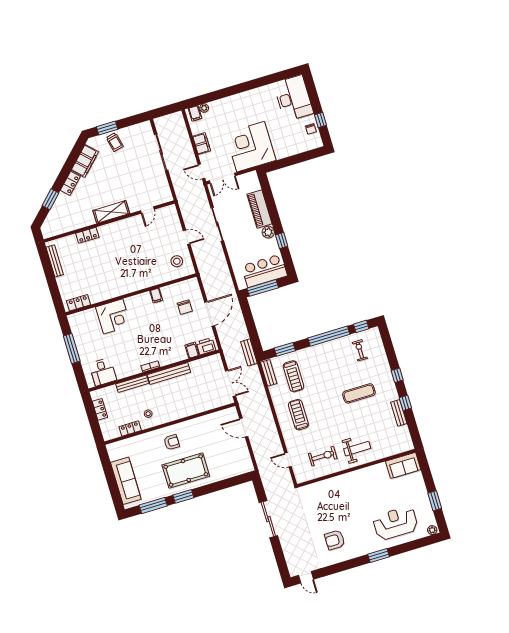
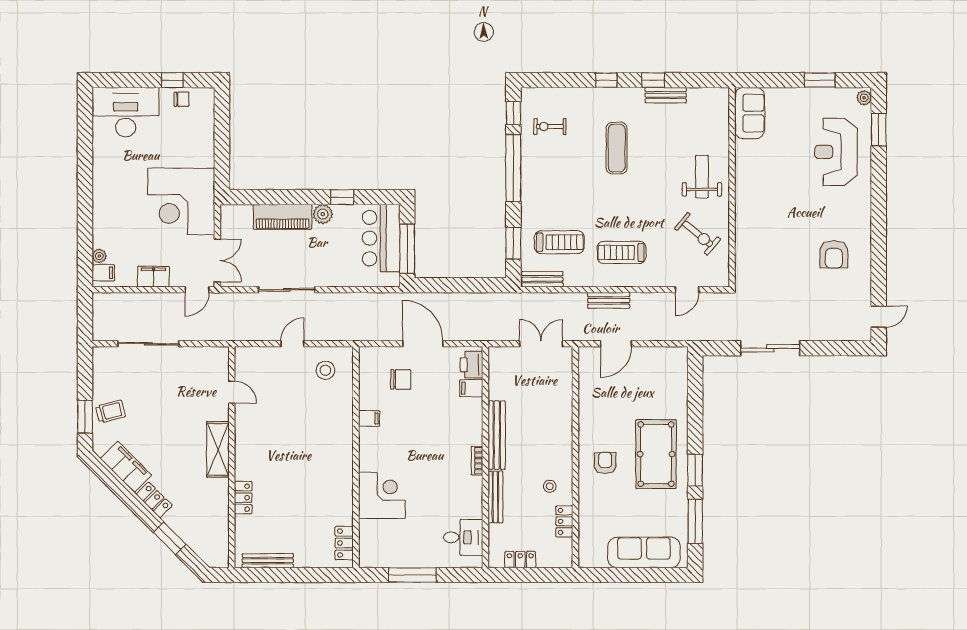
bench: (249, 352) -> (609, 300), moved
exercise bike: (323, 456) -> (697, 234), turned 129
window: (379, 556) -> (879, 130), moved

